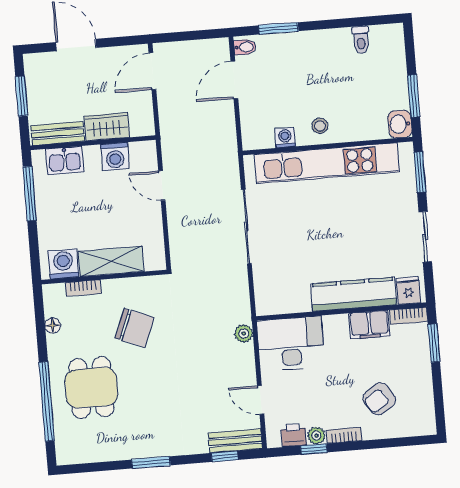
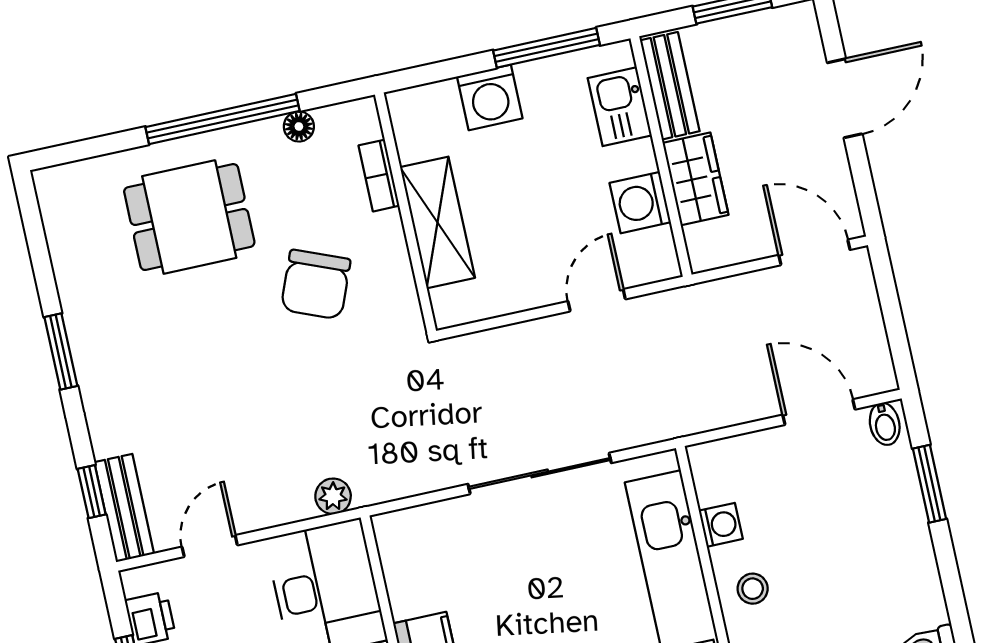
washing machine: (63, 264) -> (490, 97), moved, turned 90
window: (47, 401) -> (223, 119), moved

